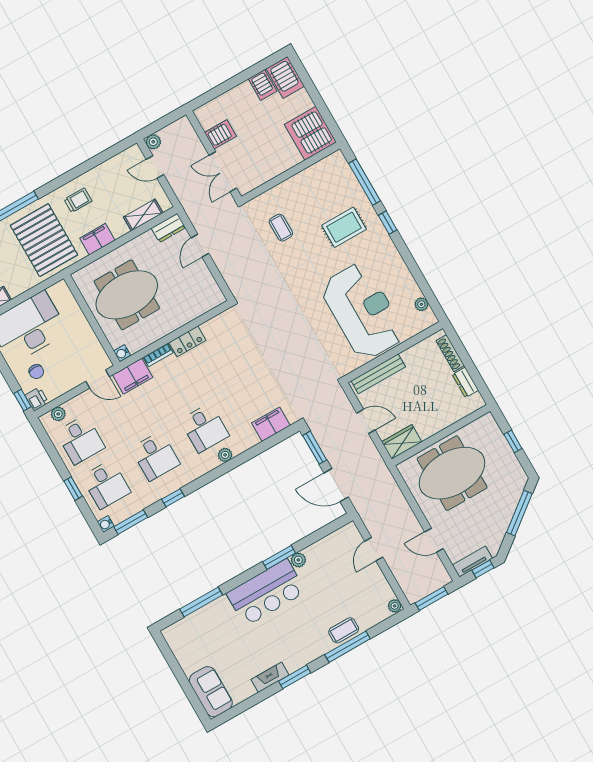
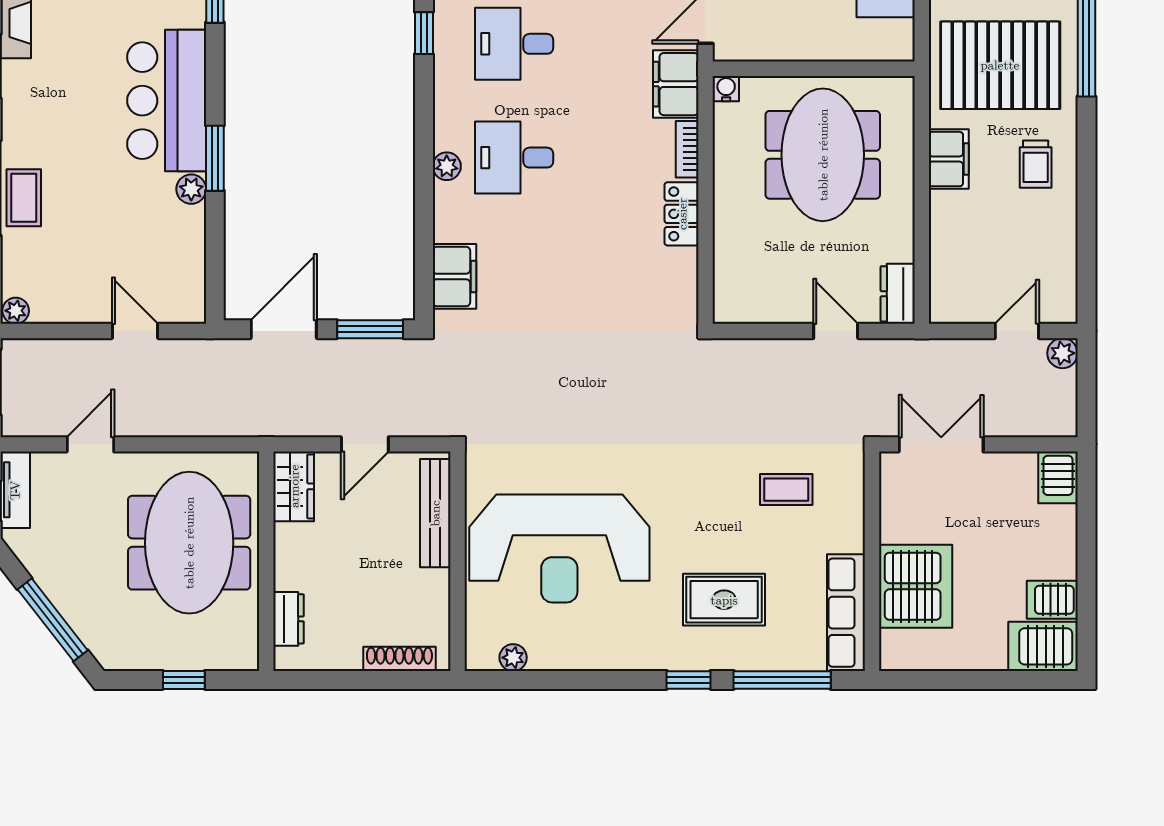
server rack: (310, 133) -> (916, 586), moved, turned 90
server rack: (220, 134) -> (1058, 477), moved
row of seats: (319, 171) -> (846, 613), added
shelving: (143, 215) -> (945, 263), removed
rug: (344, 227) -> (724, 600), turned 90
dresser: (465, 382) -> (288, 619), moved, turned 90

